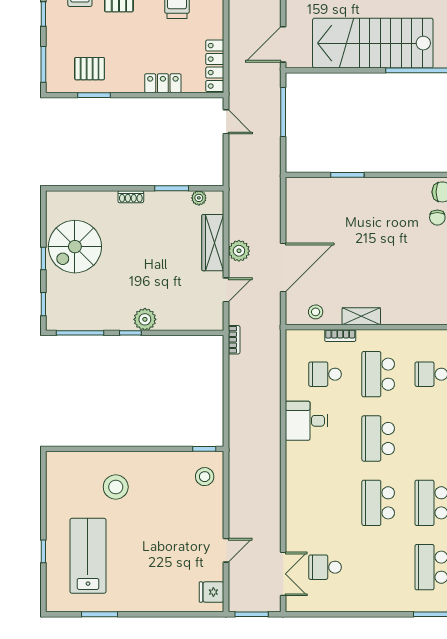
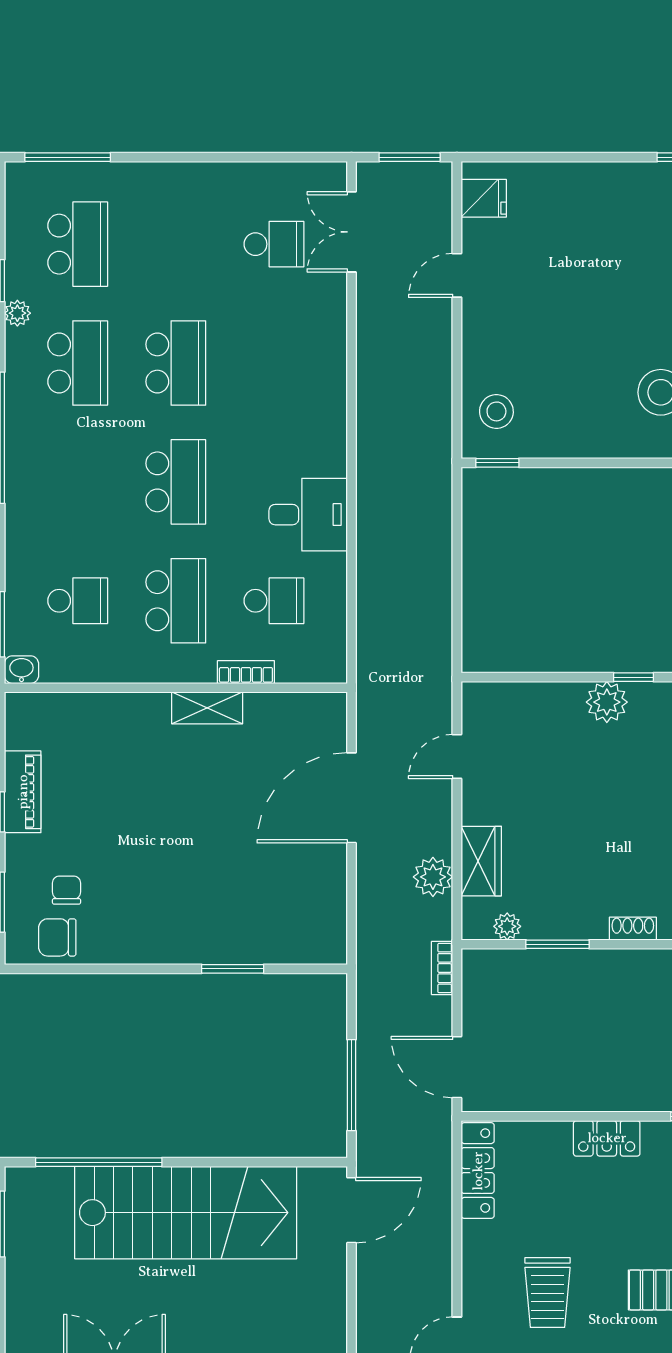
locker: (163, 83) -> (607, 1138), moved
door: (226, 122) -> (457, 1067), width x1.38
wardrobe: (213, 243) -> (481, 861), width x0.67
plant: (239, 251) -> (433, 877), moved
stool: (316, 312) -> (291, 716), removed
bookcase: (234, 340) -> (442, 968), moved

